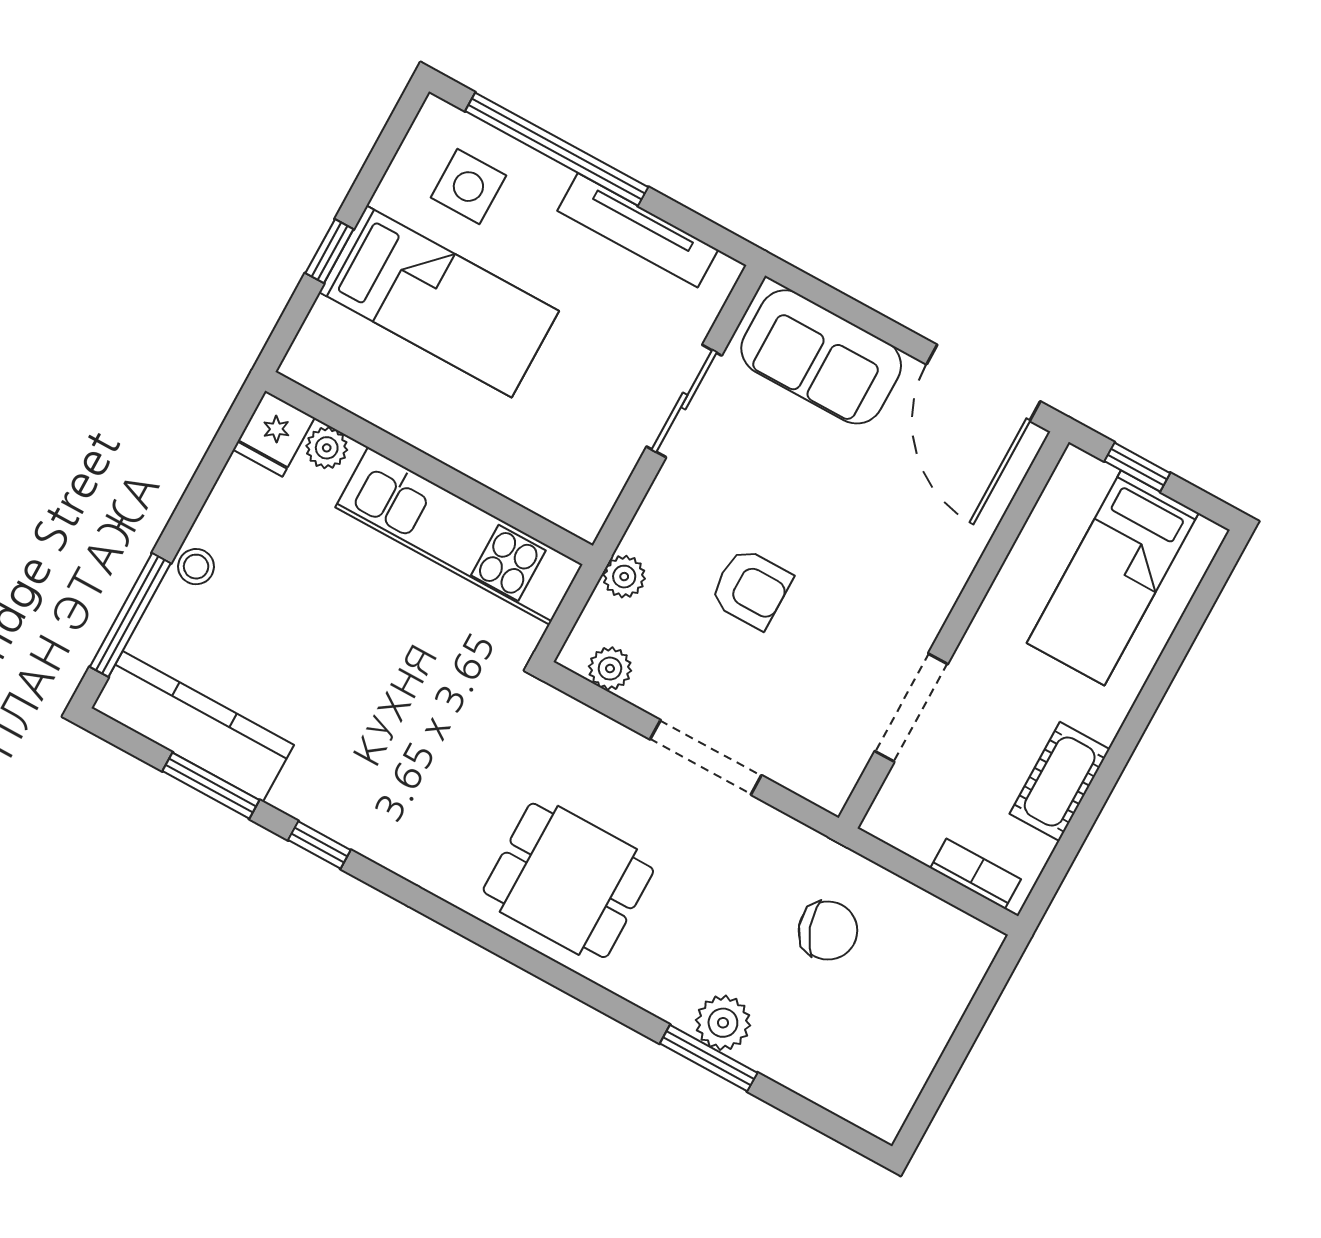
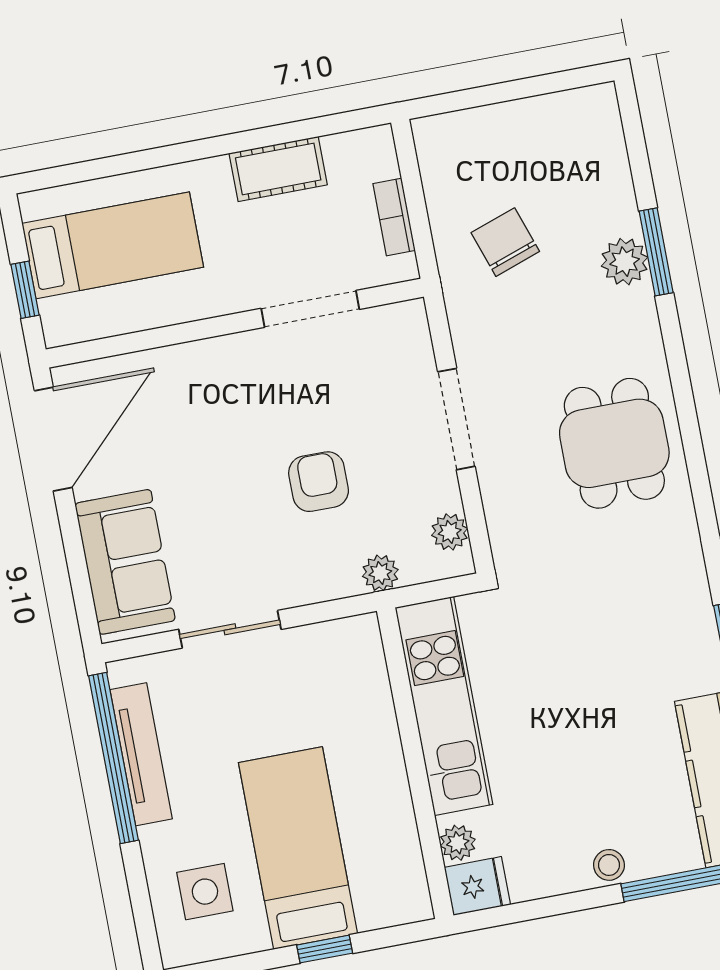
window: (557, 149) -> (114, 758), moved
bookcase: (976, 874) -> (394, 217), moved

